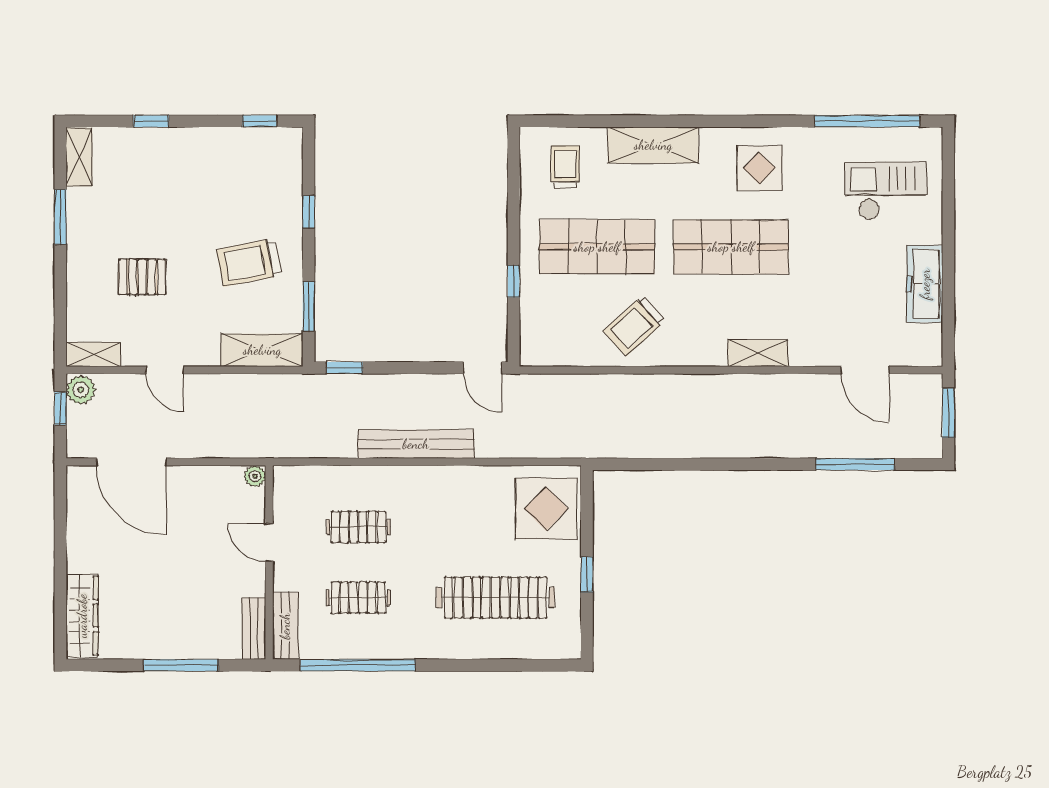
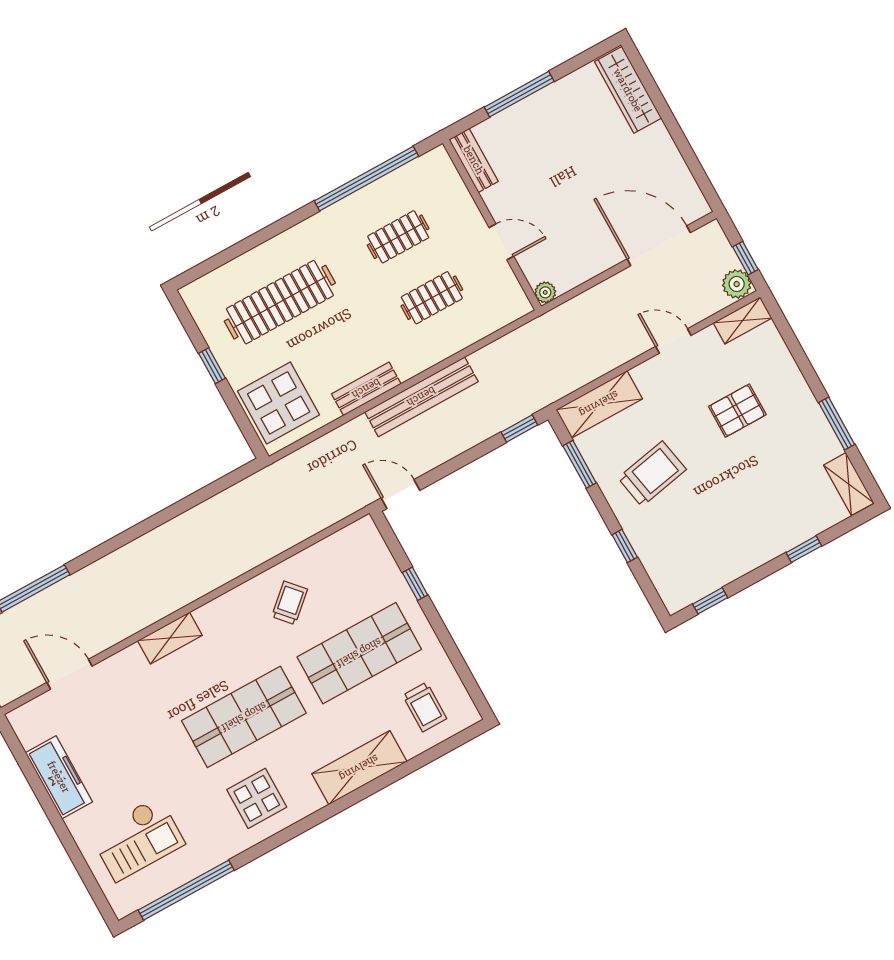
trolley: (634, 326) -> (290, 603), width x0.73, depth x0.72
bench: (285, 626) -> (366, 389), moved, turned 90

